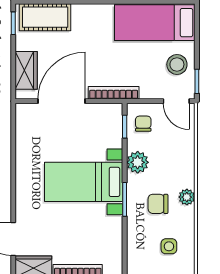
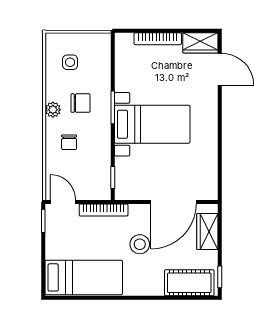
stool: (177, 64) -> (140, 244), moved
bookcase: (114, 93) -> (104, 210), moved
chair: (143, 124) -> (69, 142), moved
plant: (138, 162) -> (100, 143), removed

